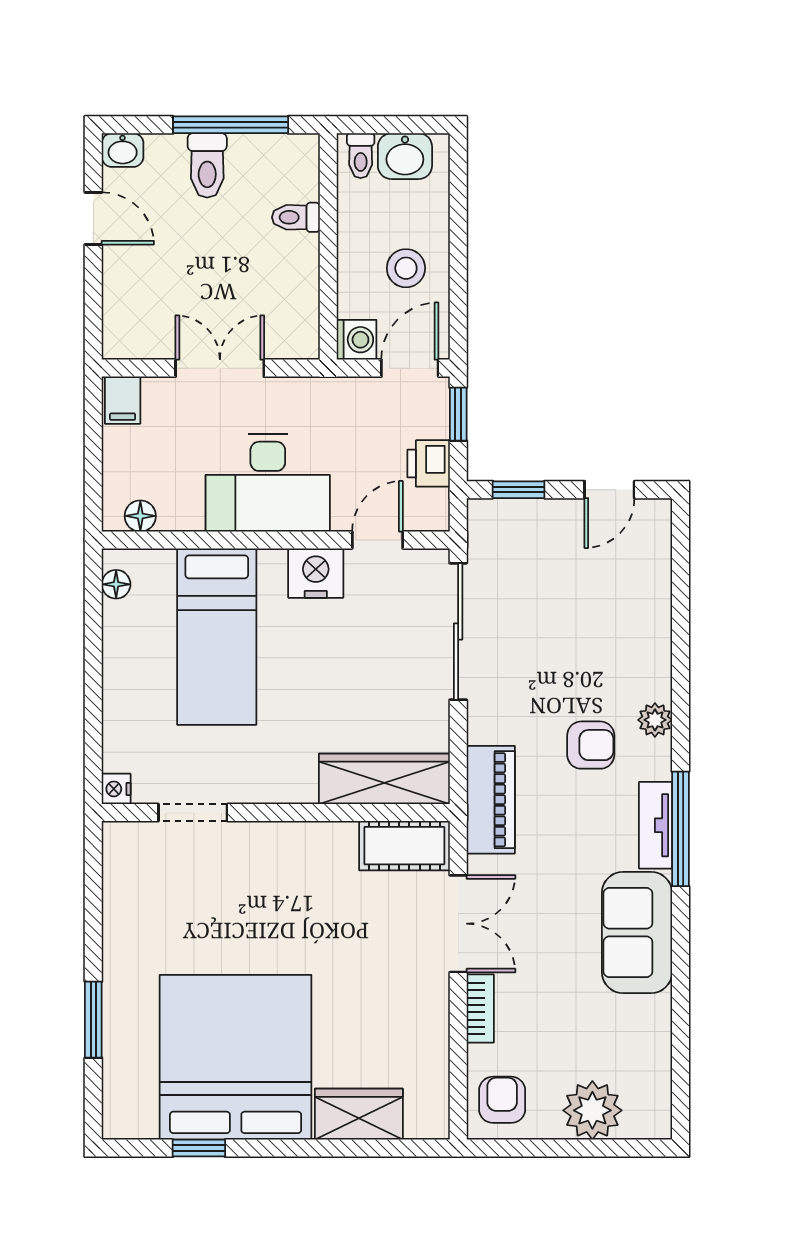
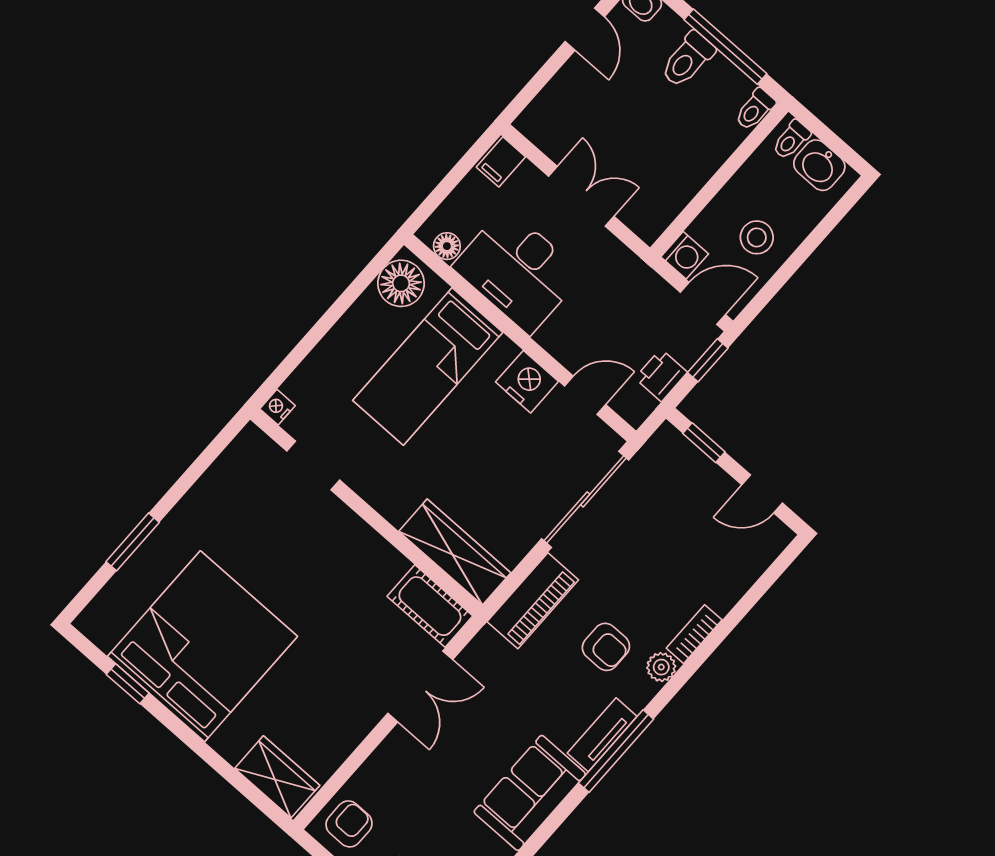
toilet: (296, 217) -> (755, 109), moved, turned -90
desk: (268, 483) -> (518, 271), moved
floor lamp: (116, 584) -> (401, 283), width x1.89, depth x1.89
piano: (491, 800) -> (533, 601), moved
bookcase: (480, 1009) -> (694, 634), moved, turned 180
wardrobe: (359, 1114) -> (277, 777), moved

